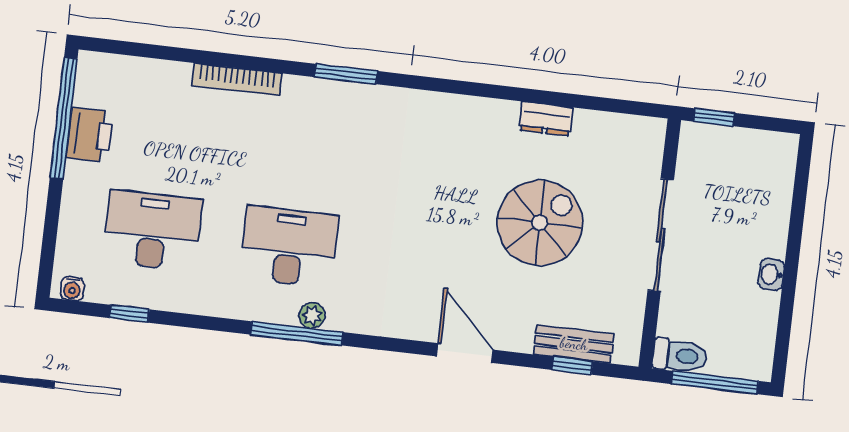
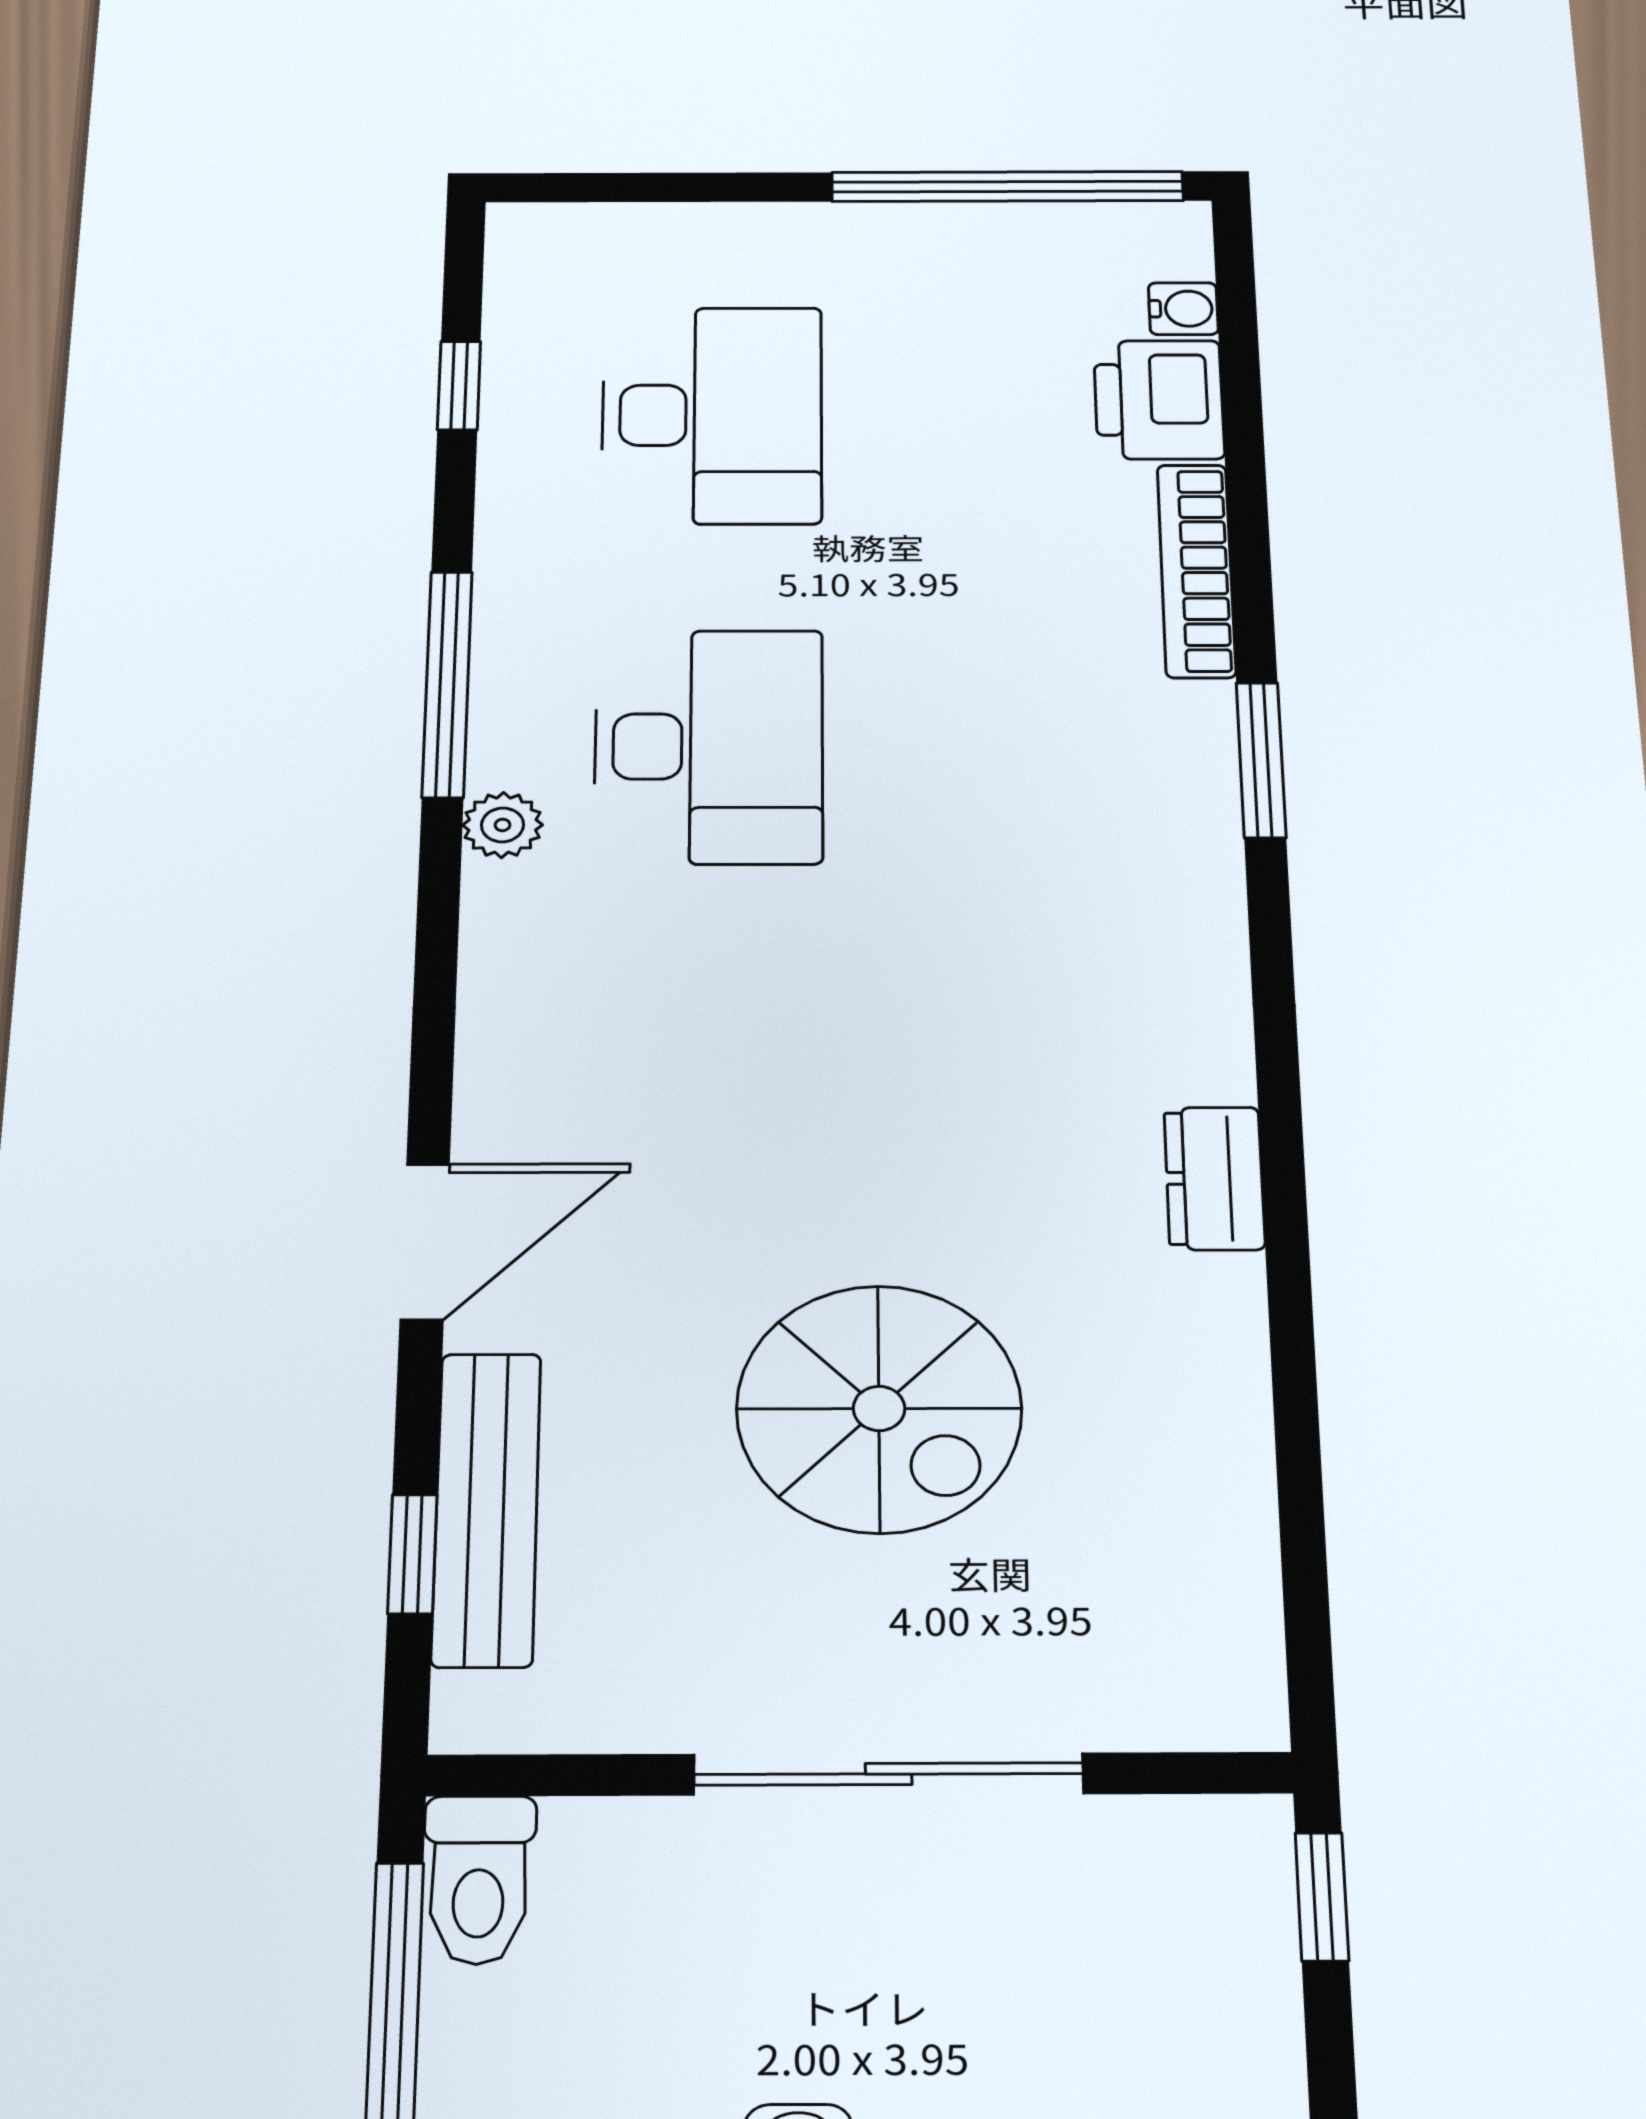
window: (346, 74) -> (1261, 760), moved
dresser: (546, 119) -> (1214, 1178), moved
printer: (90, 135) -> (1159, 400), moved, turned 90
water cooler: (72, 289) -> (1183, 309), moved, turned 180
window: (297, 333) -> (447, 684), moved
bench: (574, 344) -> (487, 1509), width x1.36

